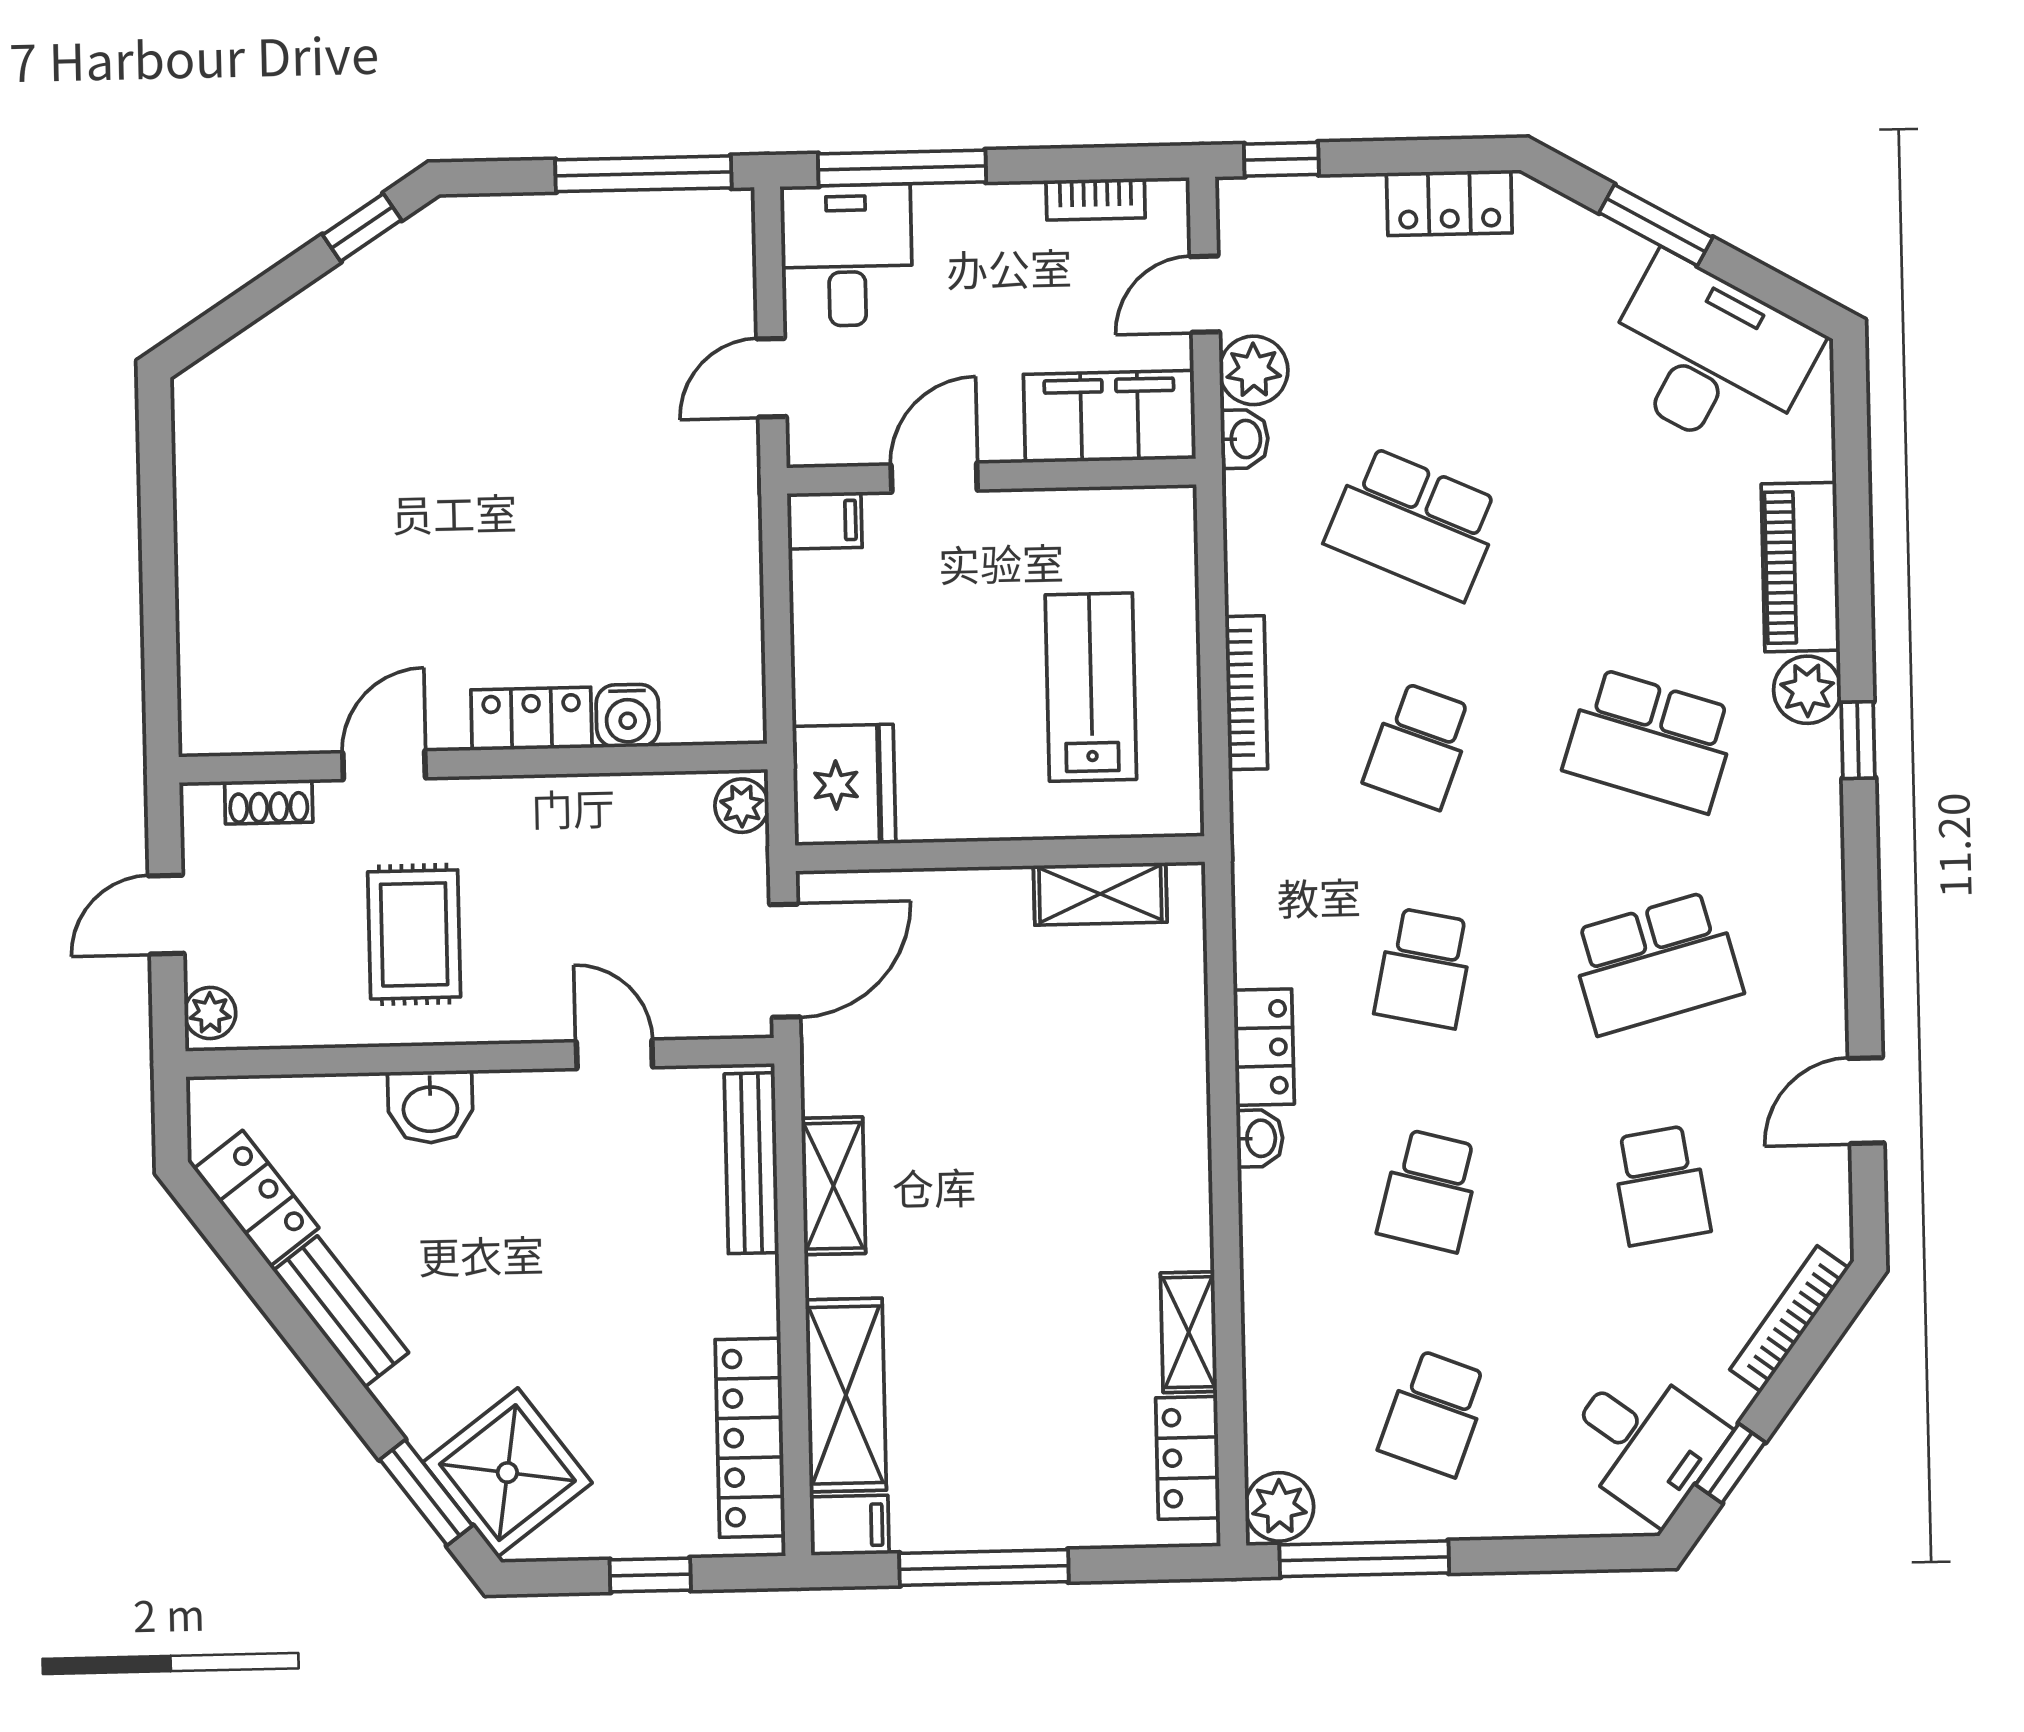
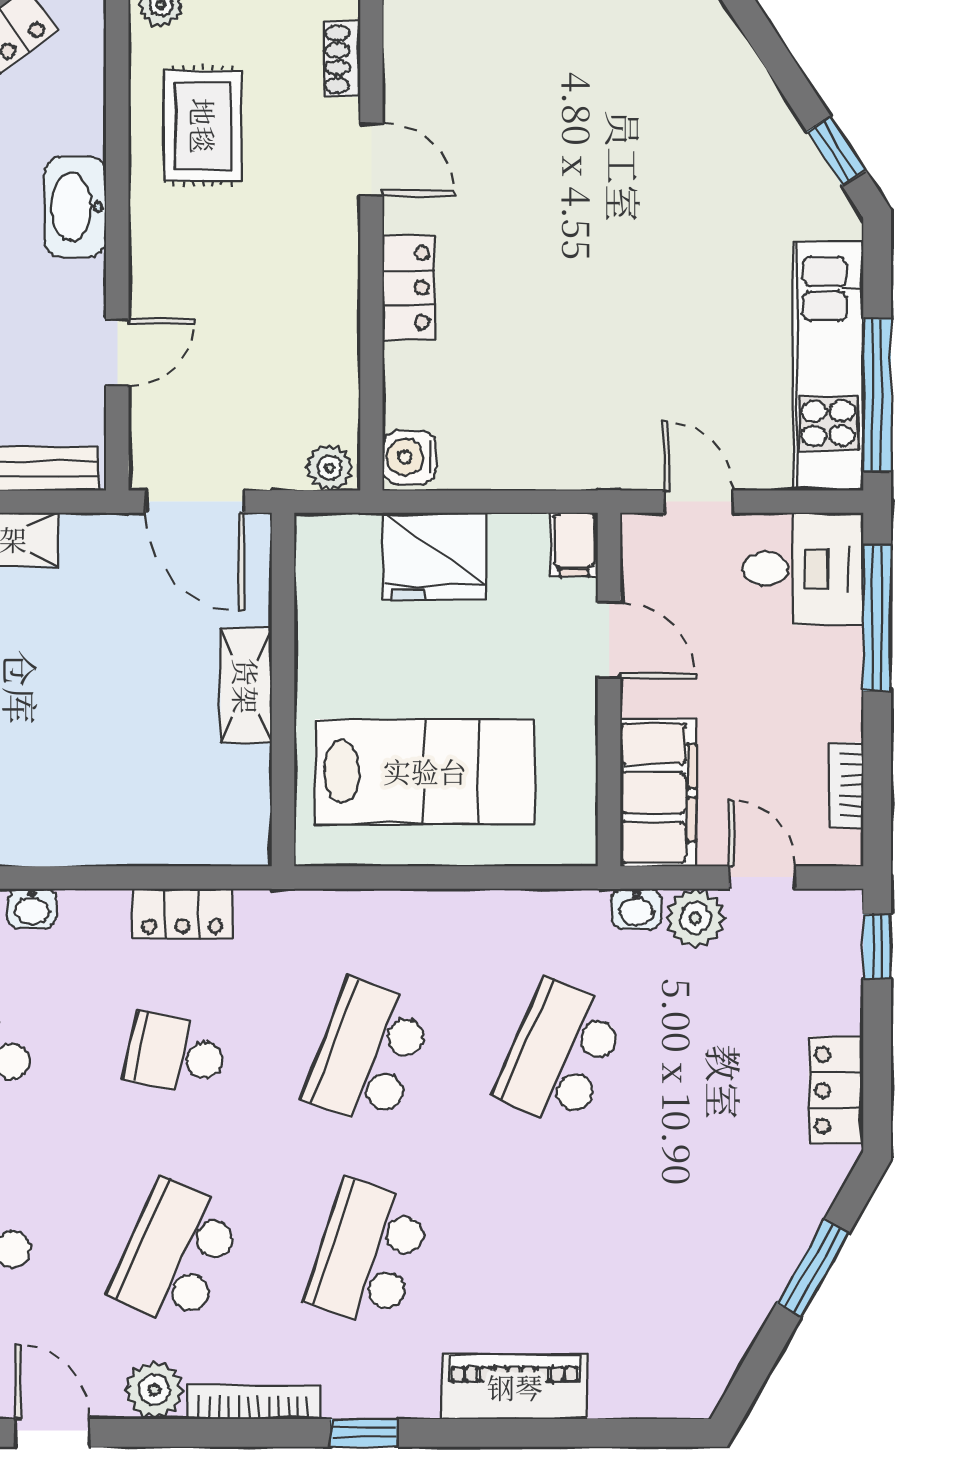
kitchen unit: (611, 231) -> (828, 366), added
desk: (1709, 357) -> (698, 1311), removed
lab bench: (1091, 687) -> (425, 771), width x1.36, depth x1.39
plant: (1807, 690) -> (154, 1390), moved
bookcase: (1246, 693) -> (254, 1402), moved, turned 180
water cooler: (628, 716) -> (409, 457), moved
school desk: (1419, 746) -> (368, 1054), width x1.85
fridge: (844, 785) -> (435, 556), moved
shelving: (1100, 894) -> (246, 686), moved
rug: (414, 934) -> (203, 126), moved, turned 90
school desk: (1656, 963) -> (176, 1254), turned 39
locker: (1264, 1047) -> (182, 914), moved
washbasin: (430, 1107) -> (75, 207), width x1.38

